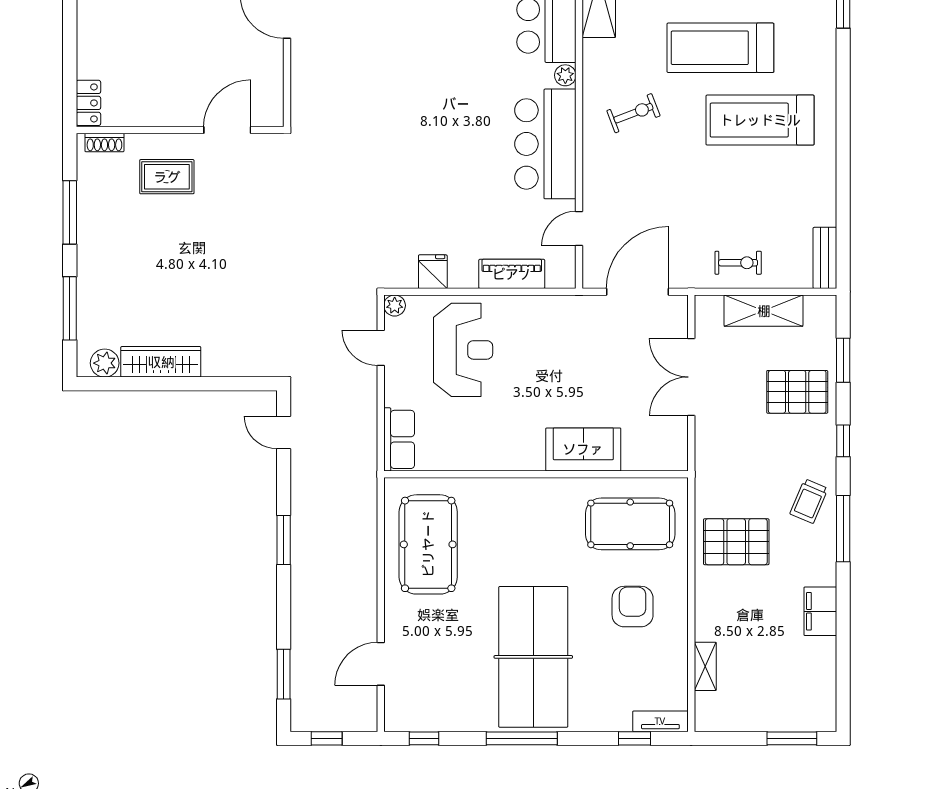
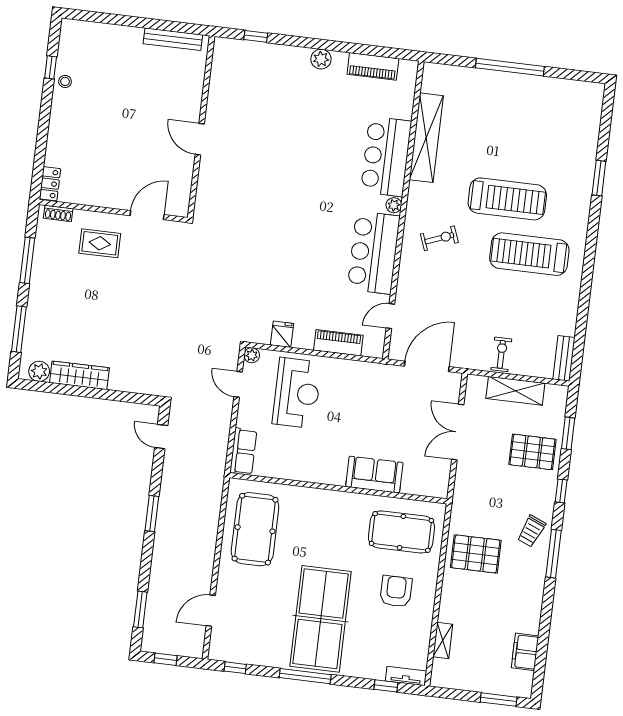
treadmill: (720, 48) -> (507, 199), turned 180
exercise bike: (738, 263) -> (501, 354), turned -90
filing cabinet: (820, 611) -> (525, 652), moved

